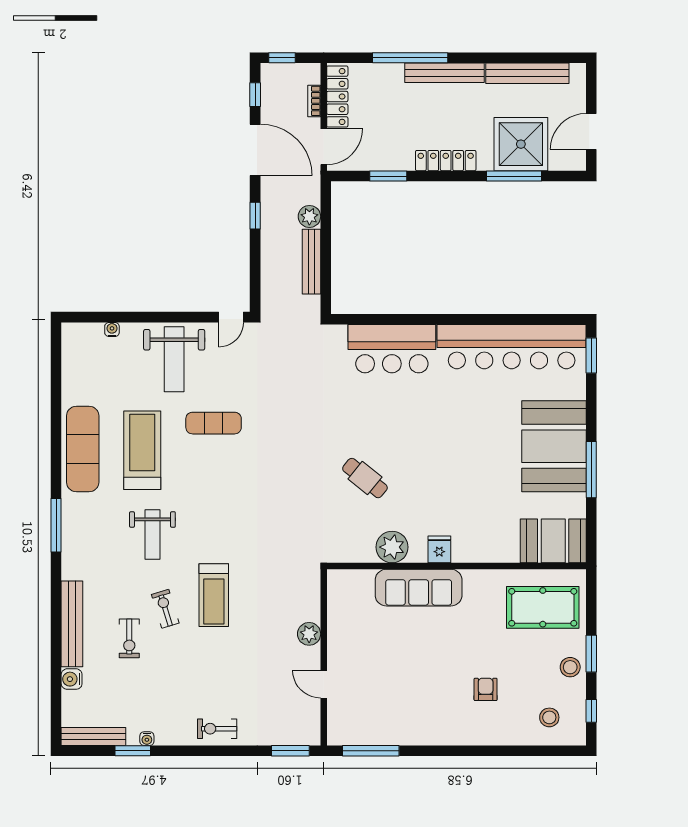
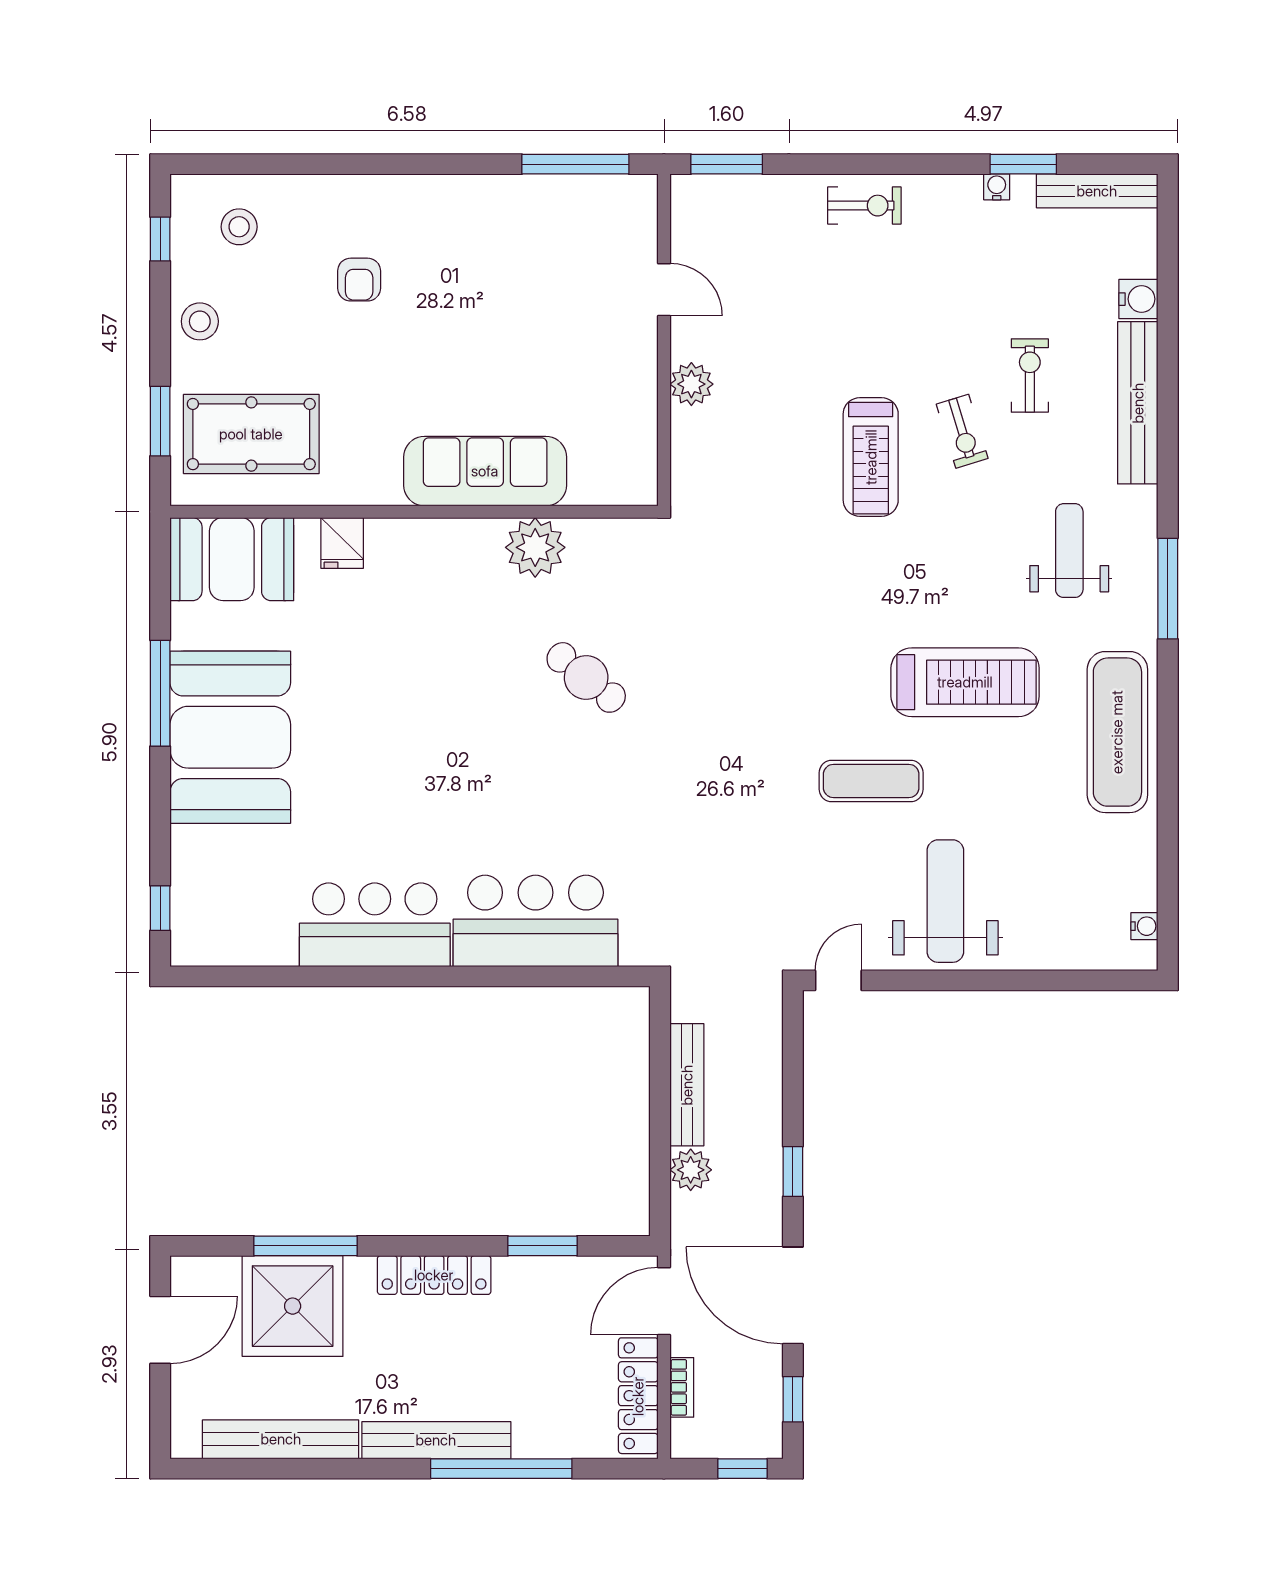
water cooler: (112, 330) -> (1144, 926), moved, turned -90
bar counter: (512, 347) -> (375, 925), width x0.54
window: (591, 355) -> (160, 908), width x0.67
treadmill: (142, 450) -> (965, 682), moved, turned -90
weight bench: (152, 534) -> (1069, 551), moved
fridge: (439, 549) -> (342, 543), moved
treadmill: (214, 595) -> (871, 457), turned 180
window: (591, 654) -> (160, 421), moved

